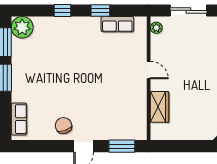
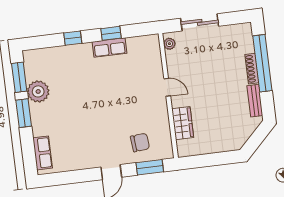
row of seats: (117, 24) -> (109, 47), moved
plant: (22, 27) -> (38, 91), moved
chair: (64, 126) -> (140, 142), moved, turned 104

